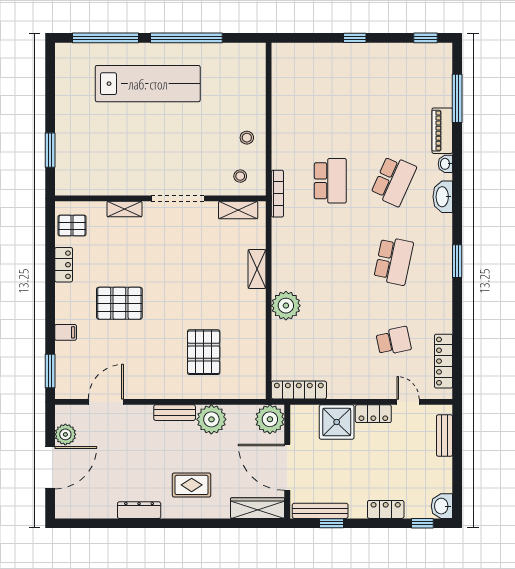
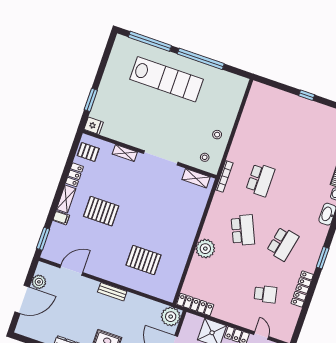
school desk: (394, 181) -> (243, 230), moved, turned -48
fridge: (67, 186) -> (94, 126), added
shelving: (257, 269) -> (66, 199), moved
pallet: (204, 352) -> (144, 260), turned 90
locker: (444, 361) -> (302, 289), moved
plant: (211, 419) -> (134, 304), removed

